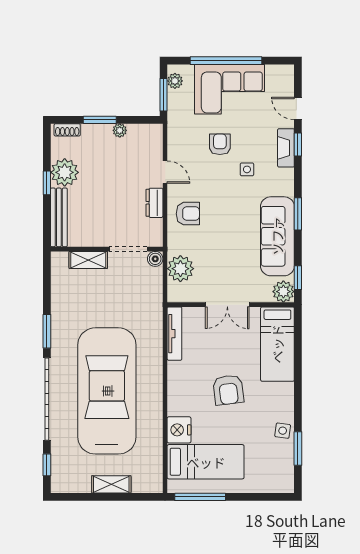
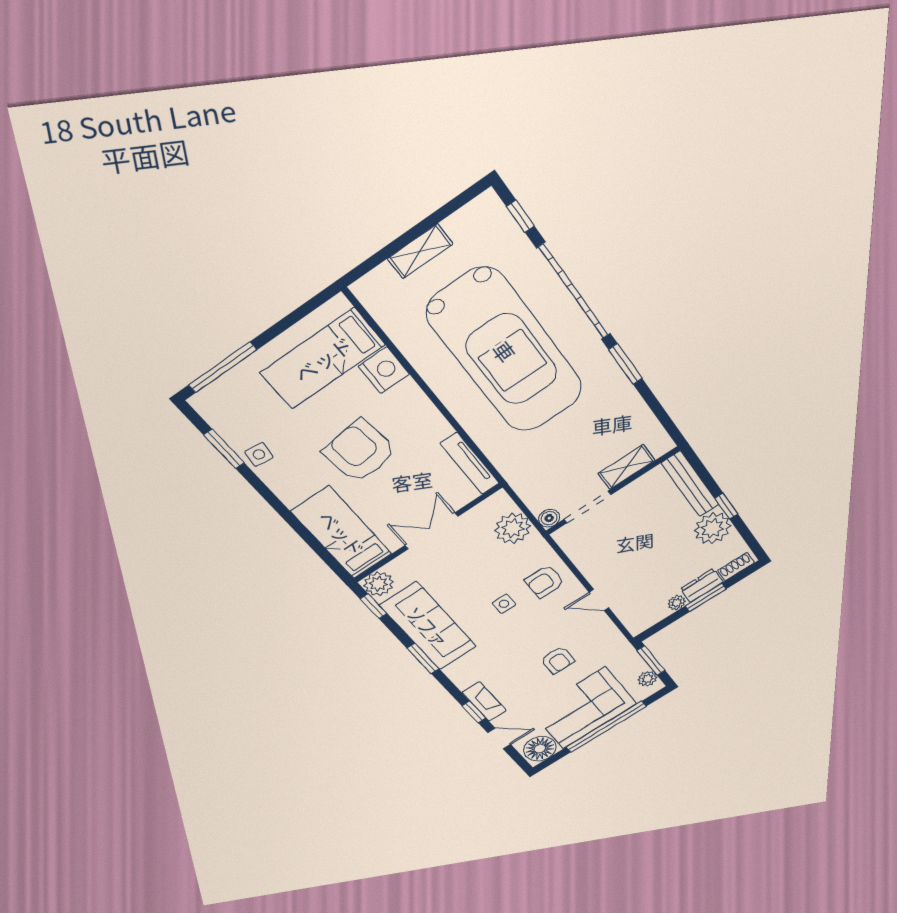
floor lamp: (279, 77) -> (540, 749), added
side table: (247, 169) -> (504, 604), moved
dresser: (154, 203) -> (702, 585), moved, turned -90
armchair: (228, 390) -> (360, 451), width x1.36, depth x1.36
window: (200, 497) -> (223, 367), moved

